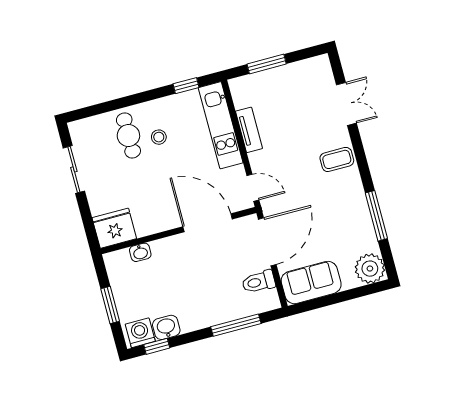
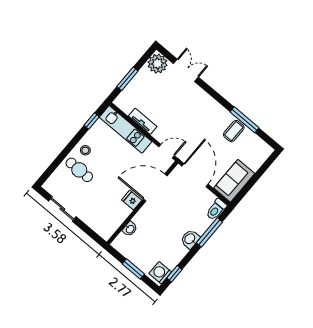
stool: (159, 137) -> (85, 150), moved
coffee table: (337, 159) -> (234, 131), moved
fridge: (114, 228) -> (132, 200), moved, width x0.53, depth x0.75
plant: (370, 269) -> (157, 64), moved
toilet: (259, 282) -> (216, 209), moved
washbasin: (166, 327) -> (190, 239), moved

